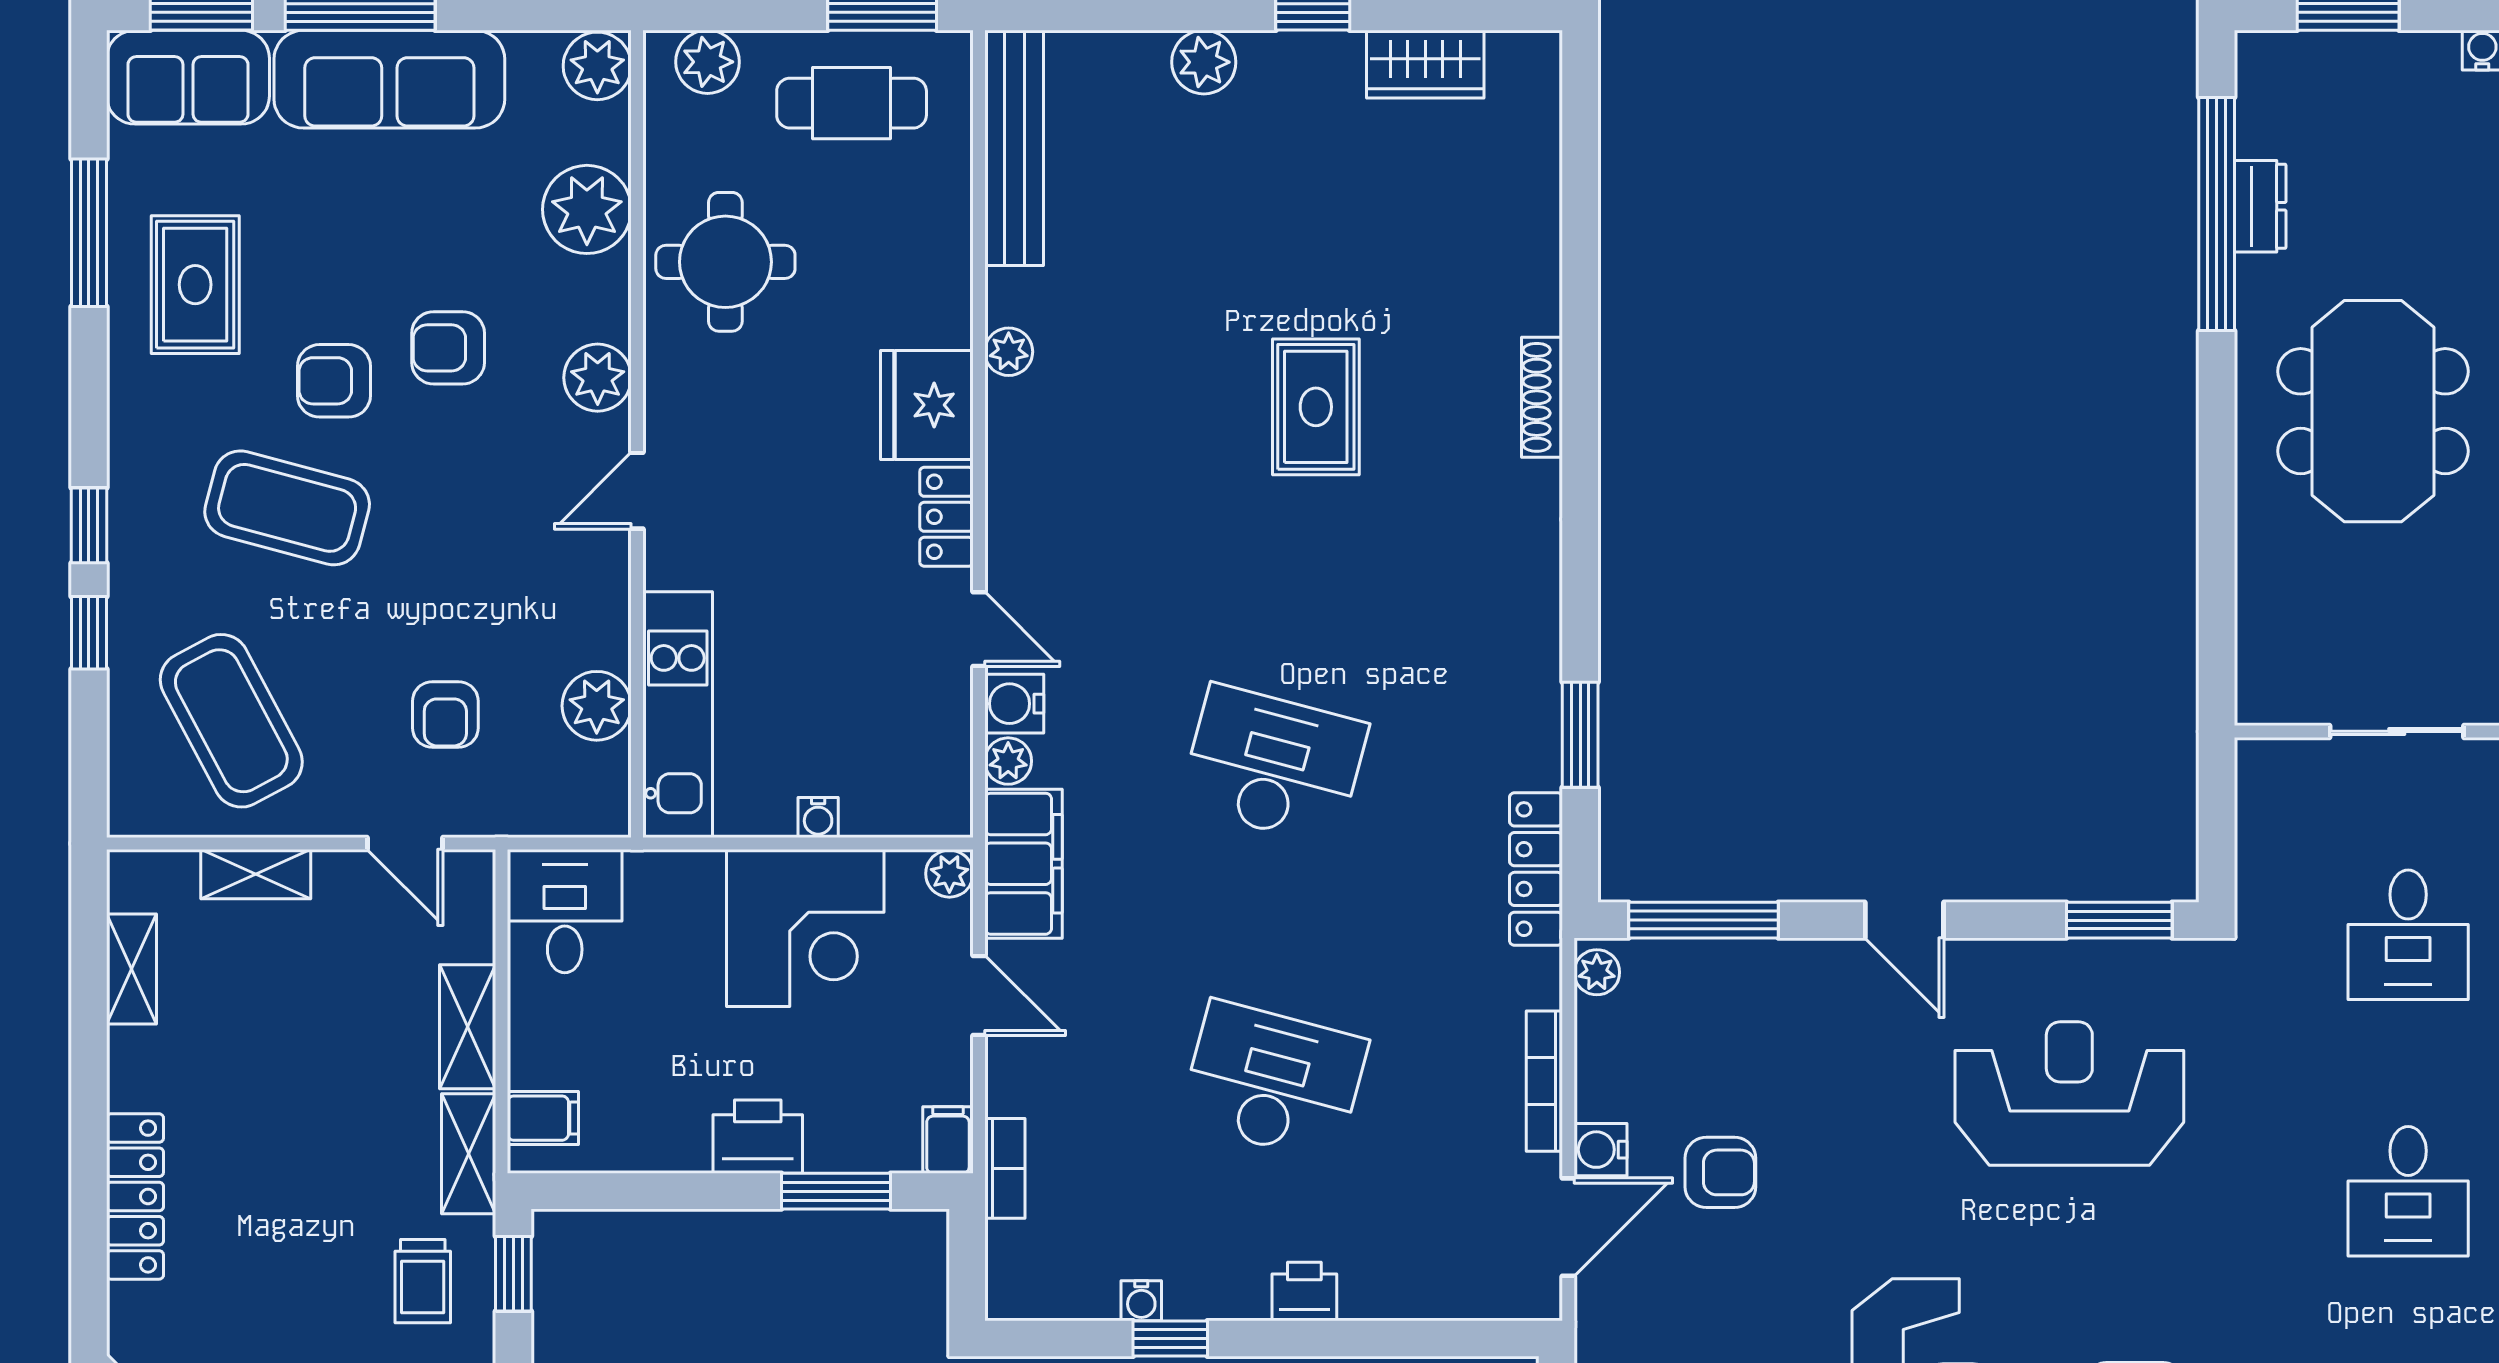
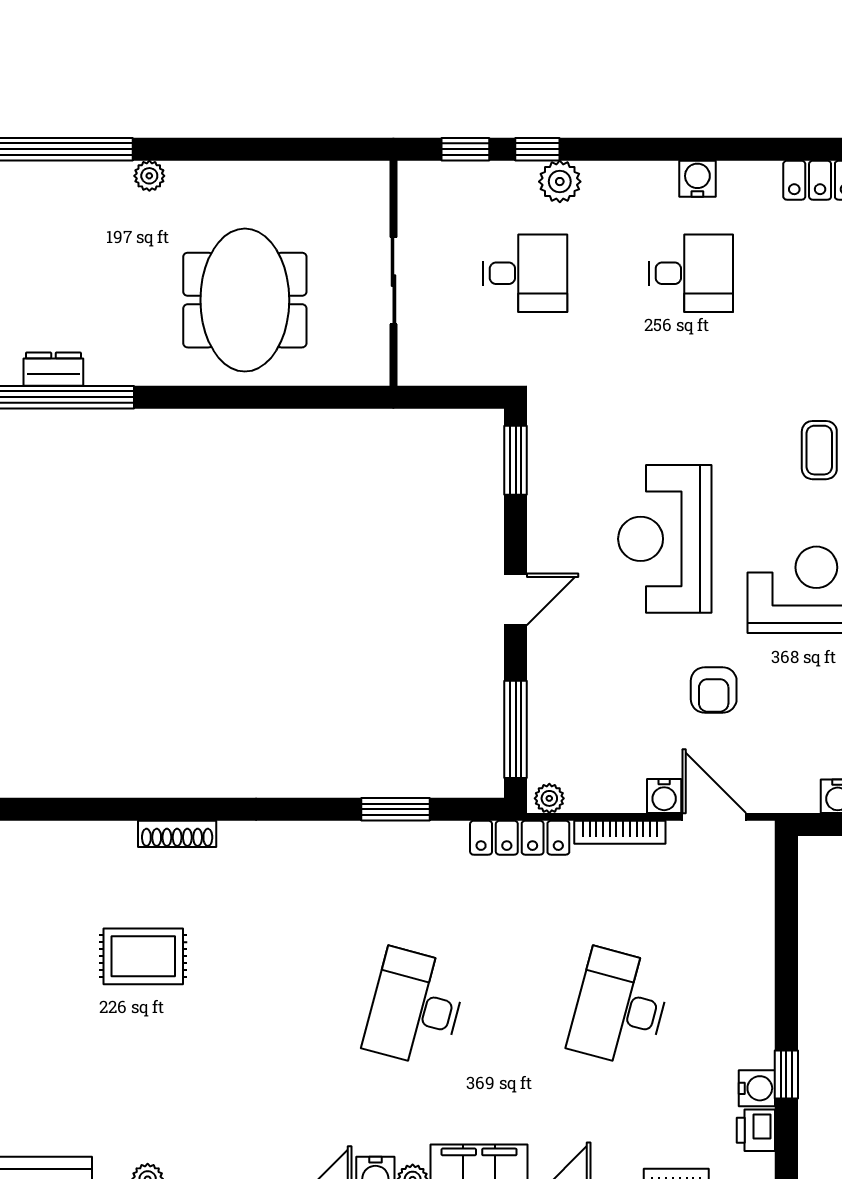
rug: (1316, 407) -> (143, 956), moved
meeting table: (2373, 411) -> (245, 300), moved, turned 90
locker: (1536, 869) -> (520, 838), moved
reception desk: (2069, 1094) -> (665, 539), moved
armchair: (1720, 1172) -> (714, 690), moved, turned 180
printer: (1304, 1292) -> (756, 1130), moved
water cooler: (1141, 1301) -> (757, 1088), width x1.38, depth x1.38

